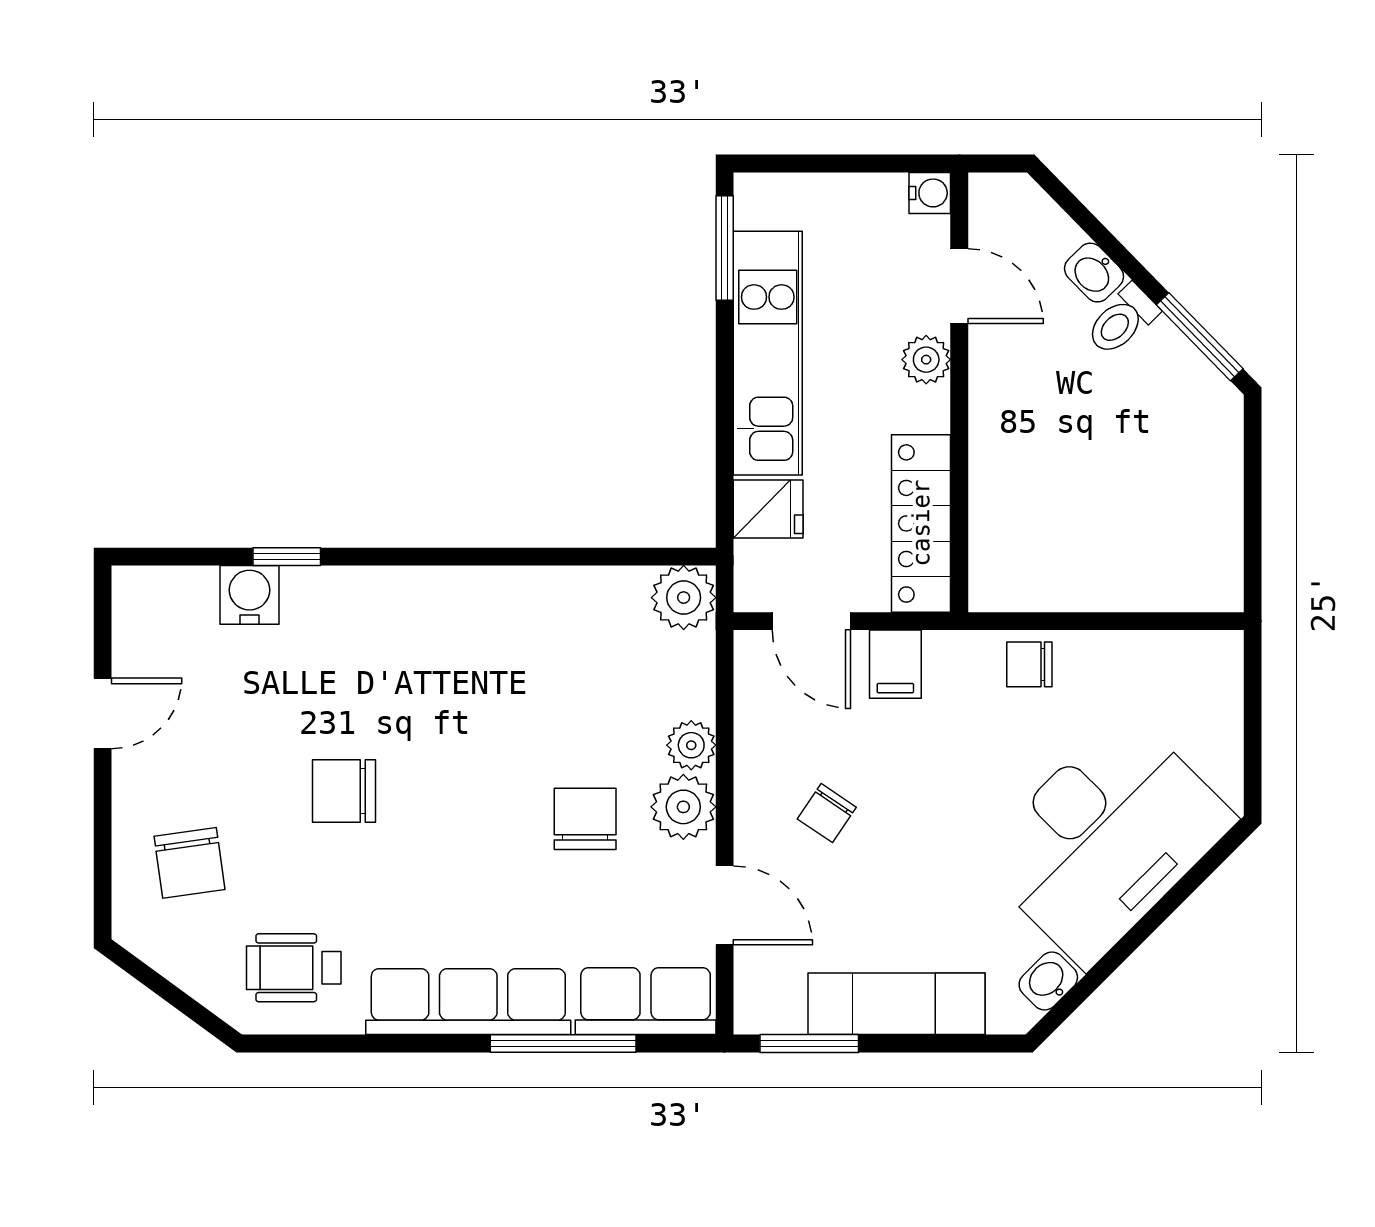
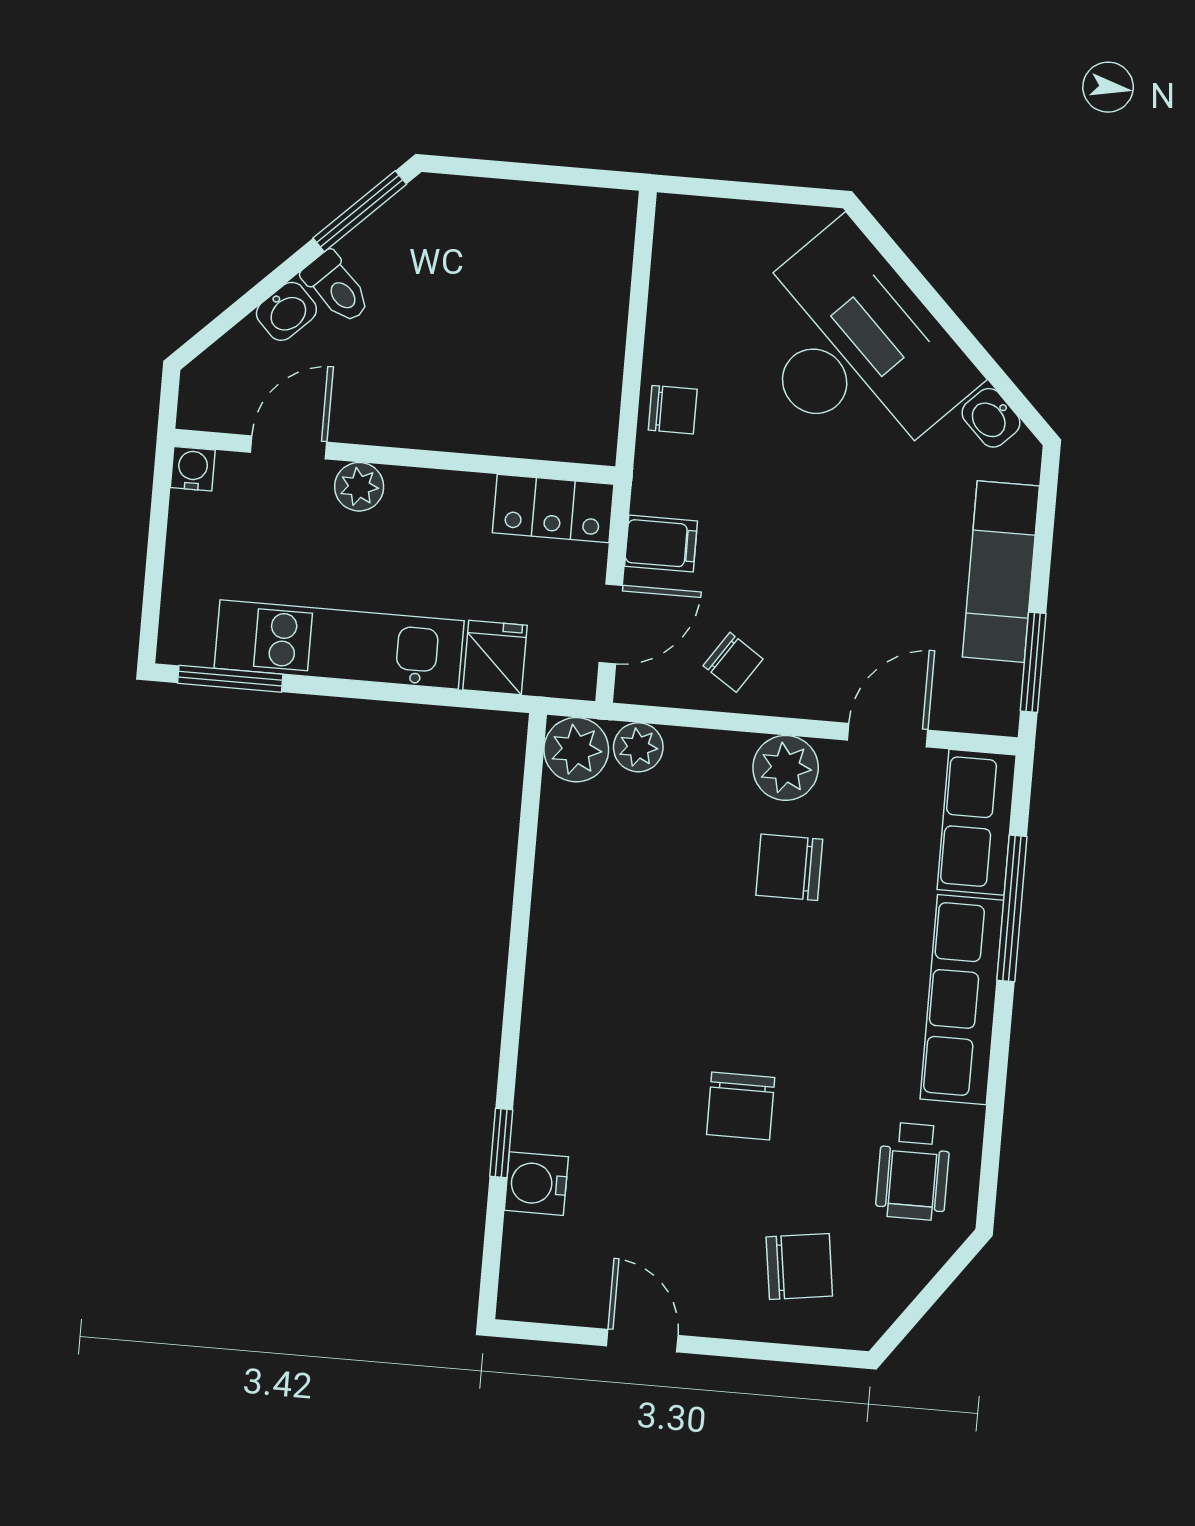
locker: (921, 523) -> (553, 508), width x0.66
chair: (1029, 664) -> (673, 410), turned -90
plant: (691, 745) -> (638, 747), moved
chair: (827, 813) -> (733, 662), moved

